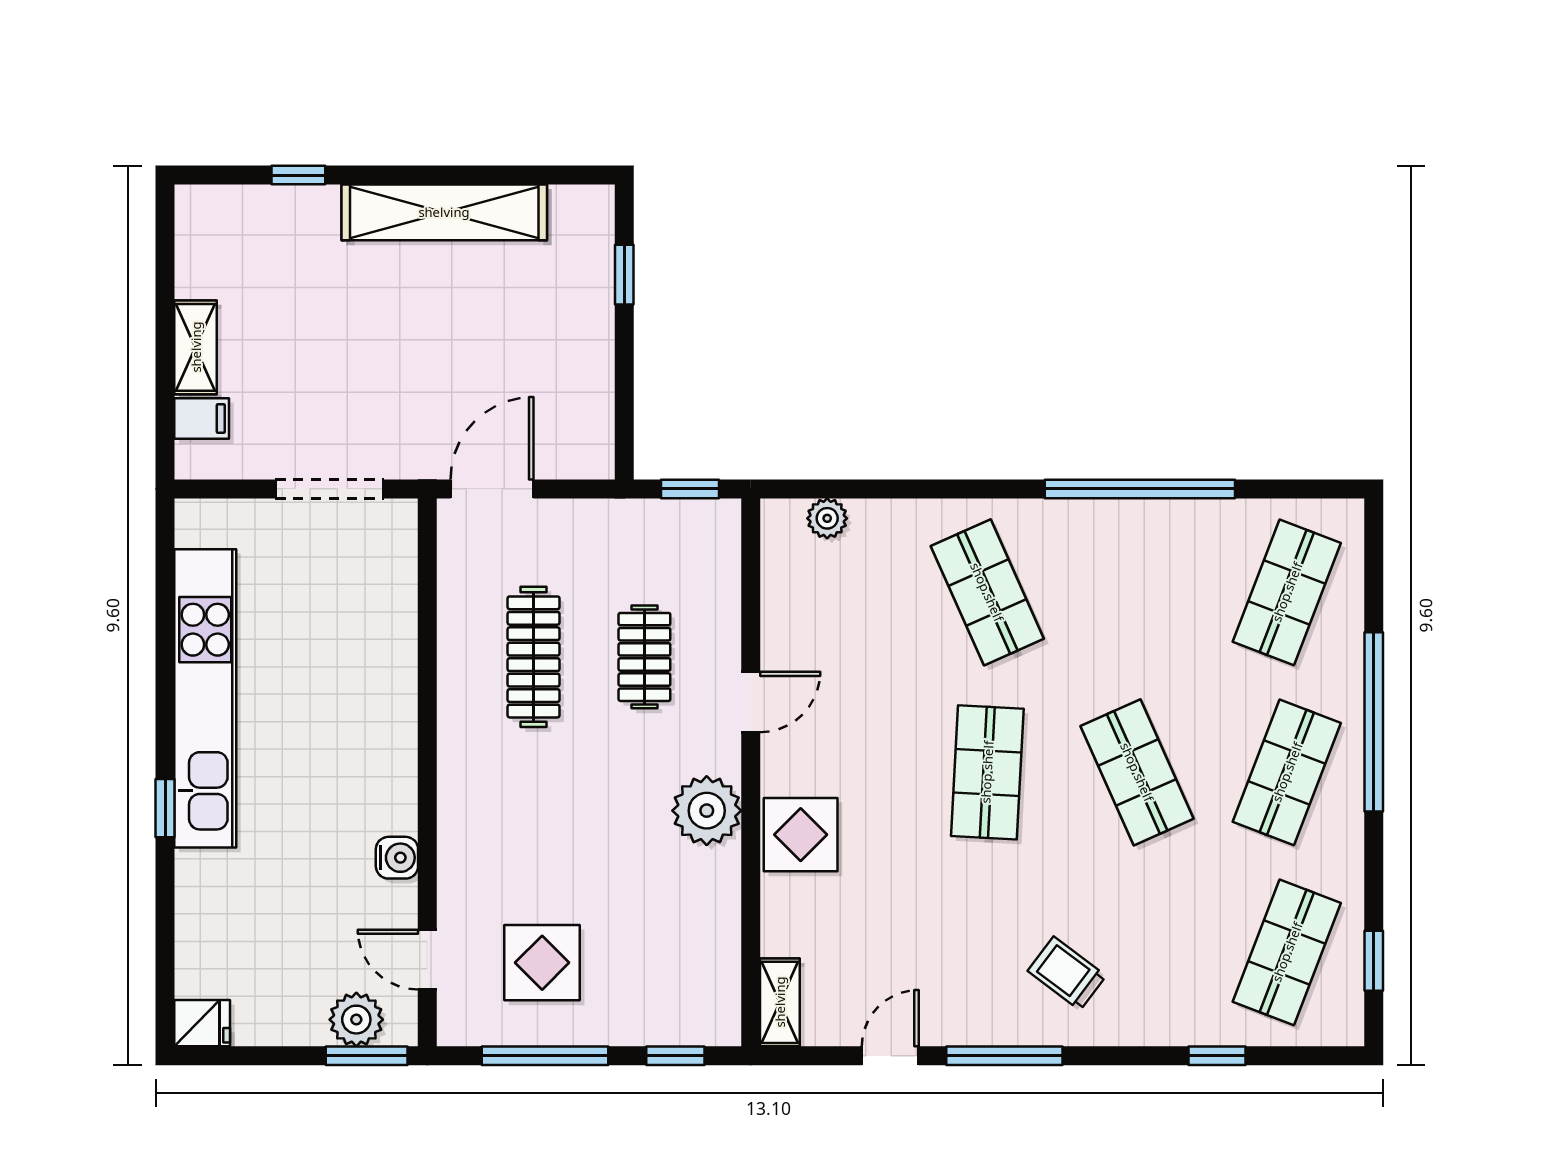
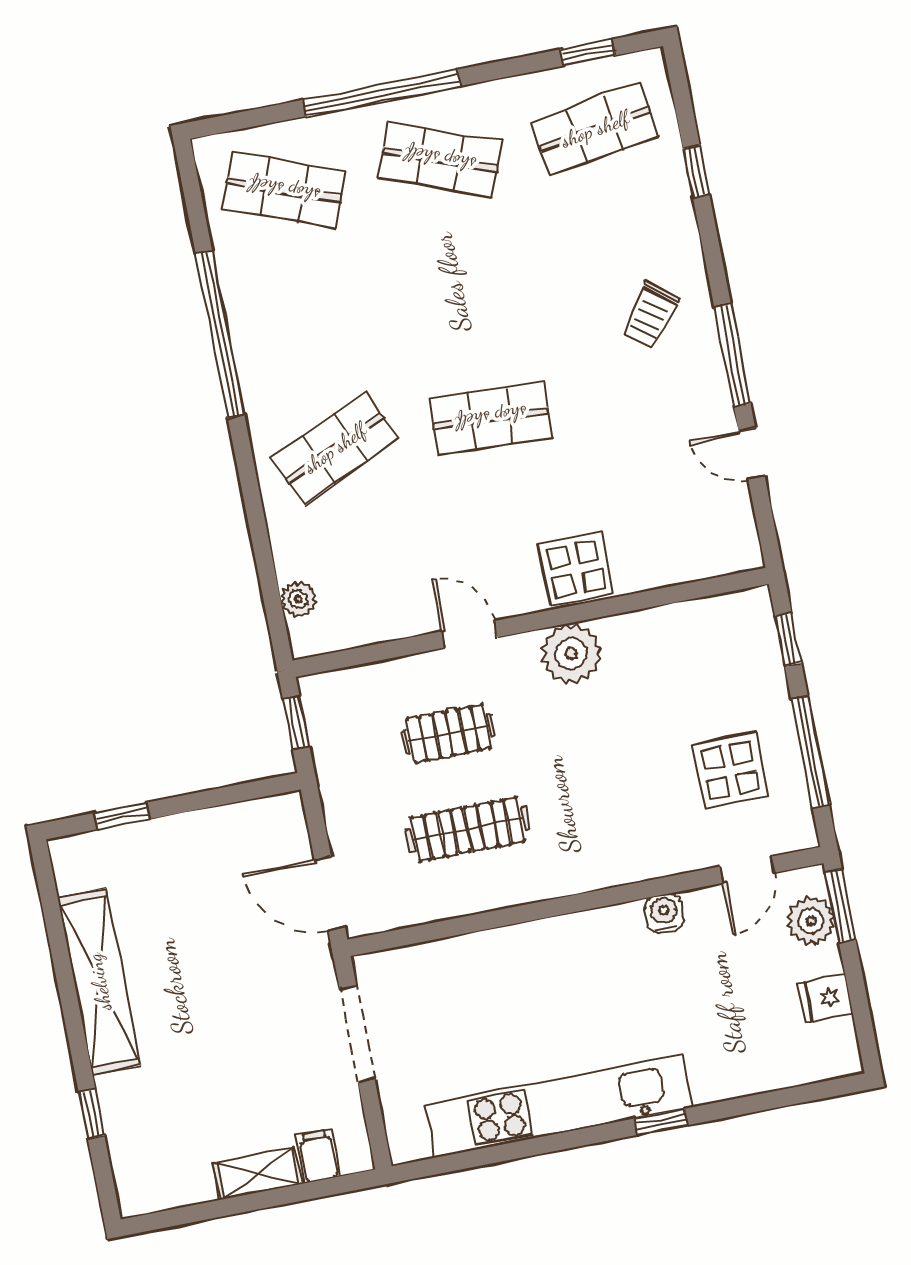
shop shelf: (1137, 772) -> (465, 289), removed
shop shelf: (1287, 952) -> (595, 129), turned -30
shelving: (780, 1002) -> (724, 558), removed
fridge: (202, 1023) -> (825, 998), moved, turned -90

